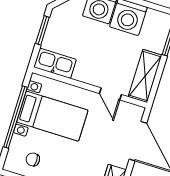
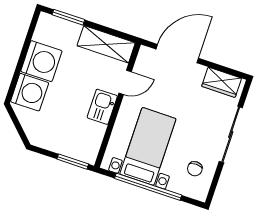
window: (42, 30) -> (73, 162), moved
kitchen sink: (55, 63) -> (102, 107), moved, width x0.73

